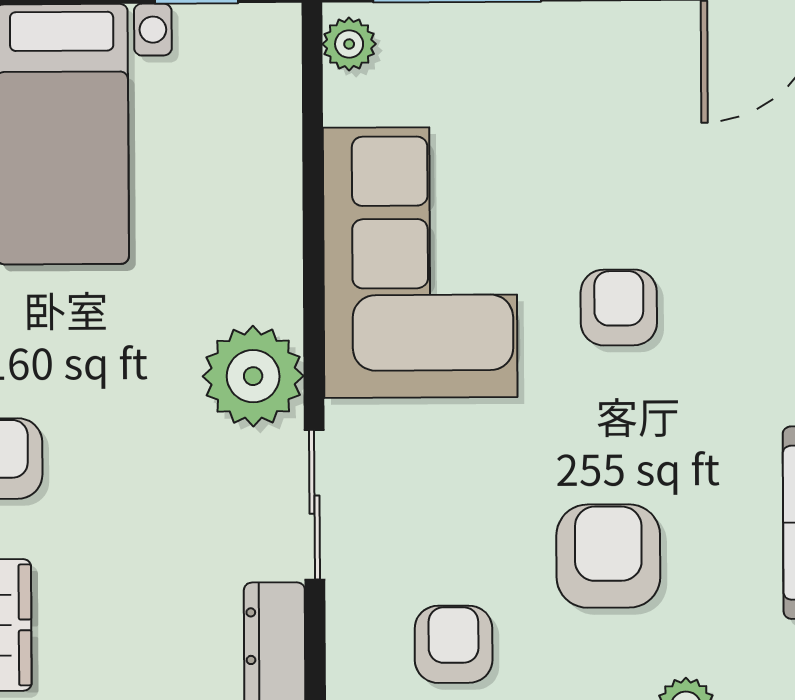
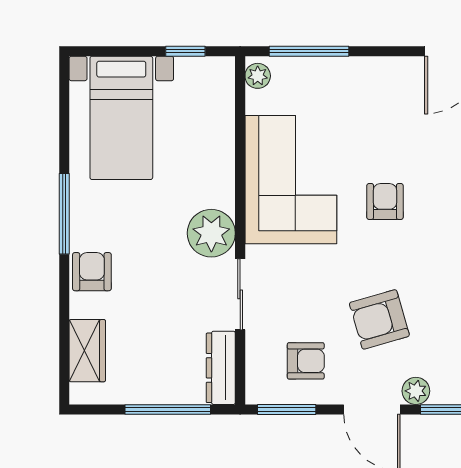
armchair: (608, 556) -> (379, 319), turned -106
armchair: (454, 644) -> (306, 361), turned 90

